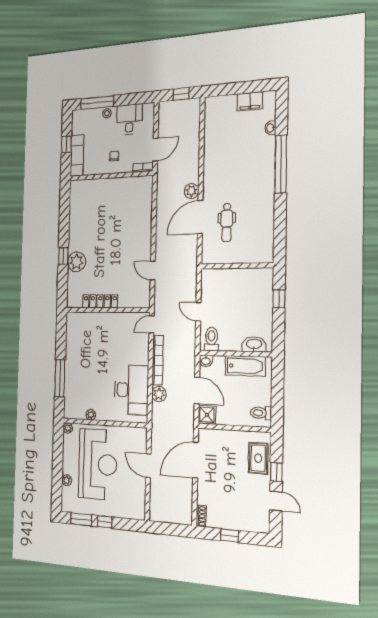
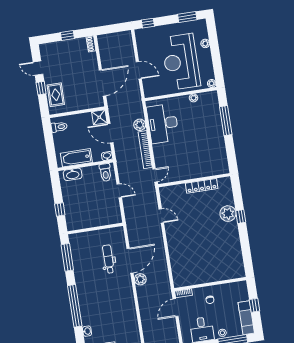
exam couch: (77, 156) -> (246, 318), moved
window: (280, 232) -> (67, 257), added
window: (105, 522) -> (148, 23), moved

